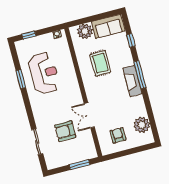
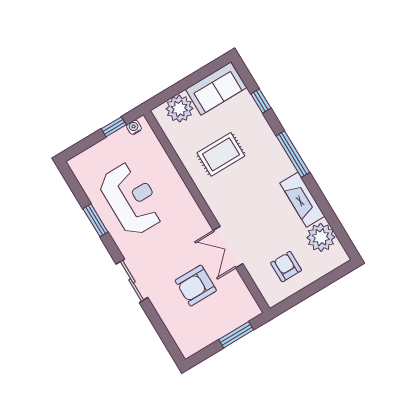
window: (29, 35) -> (114, 127), moved
rug: (100, 63) -> (221, 154), turned 90
fireplace: (132, 81) -> (302, 200), moved
sliding door: (37, 142) -> (132, 281), moved

